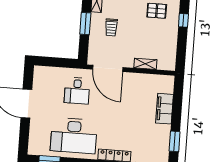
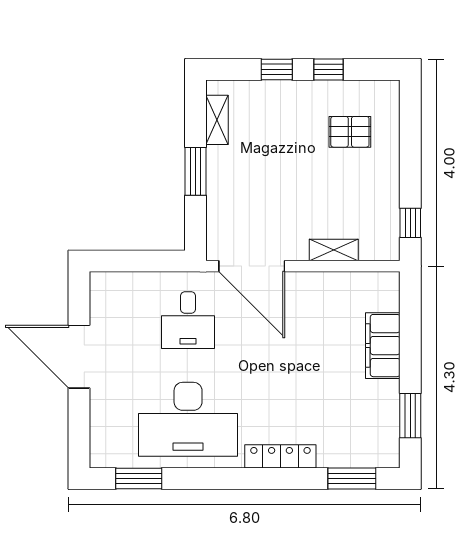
window: (183, 20) -> (410, 223), moved
trolley: (111, 27) -> (253, 176), removed

